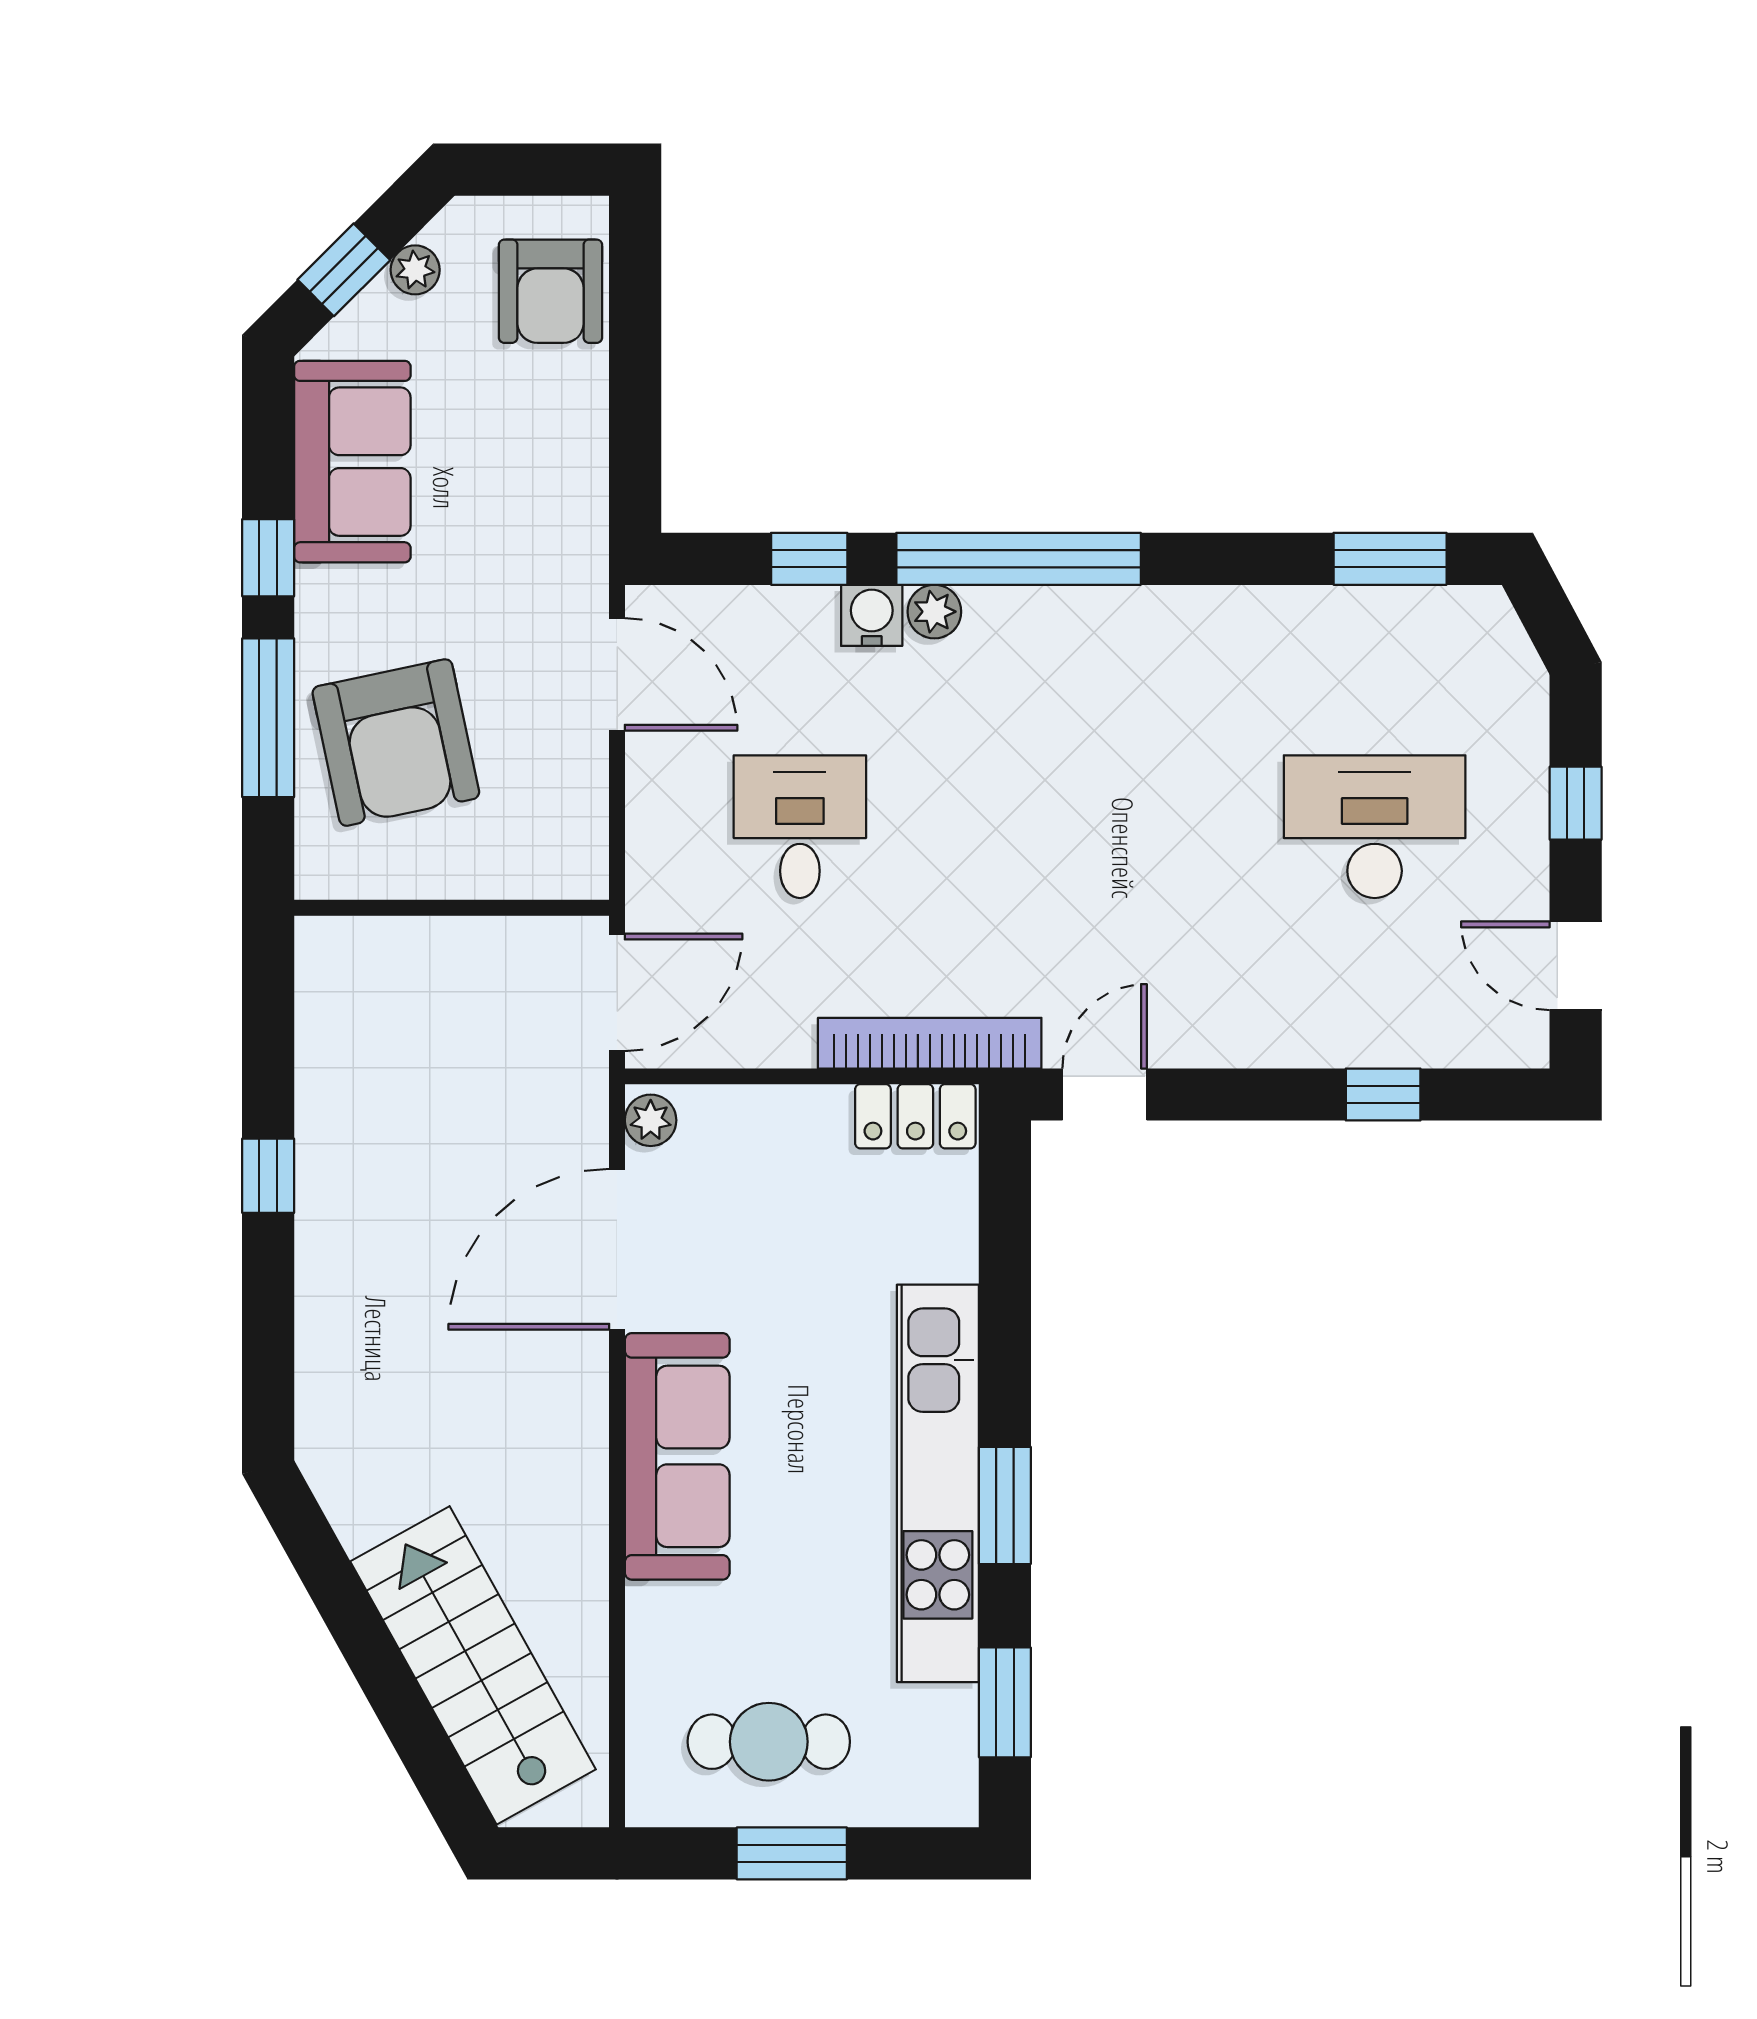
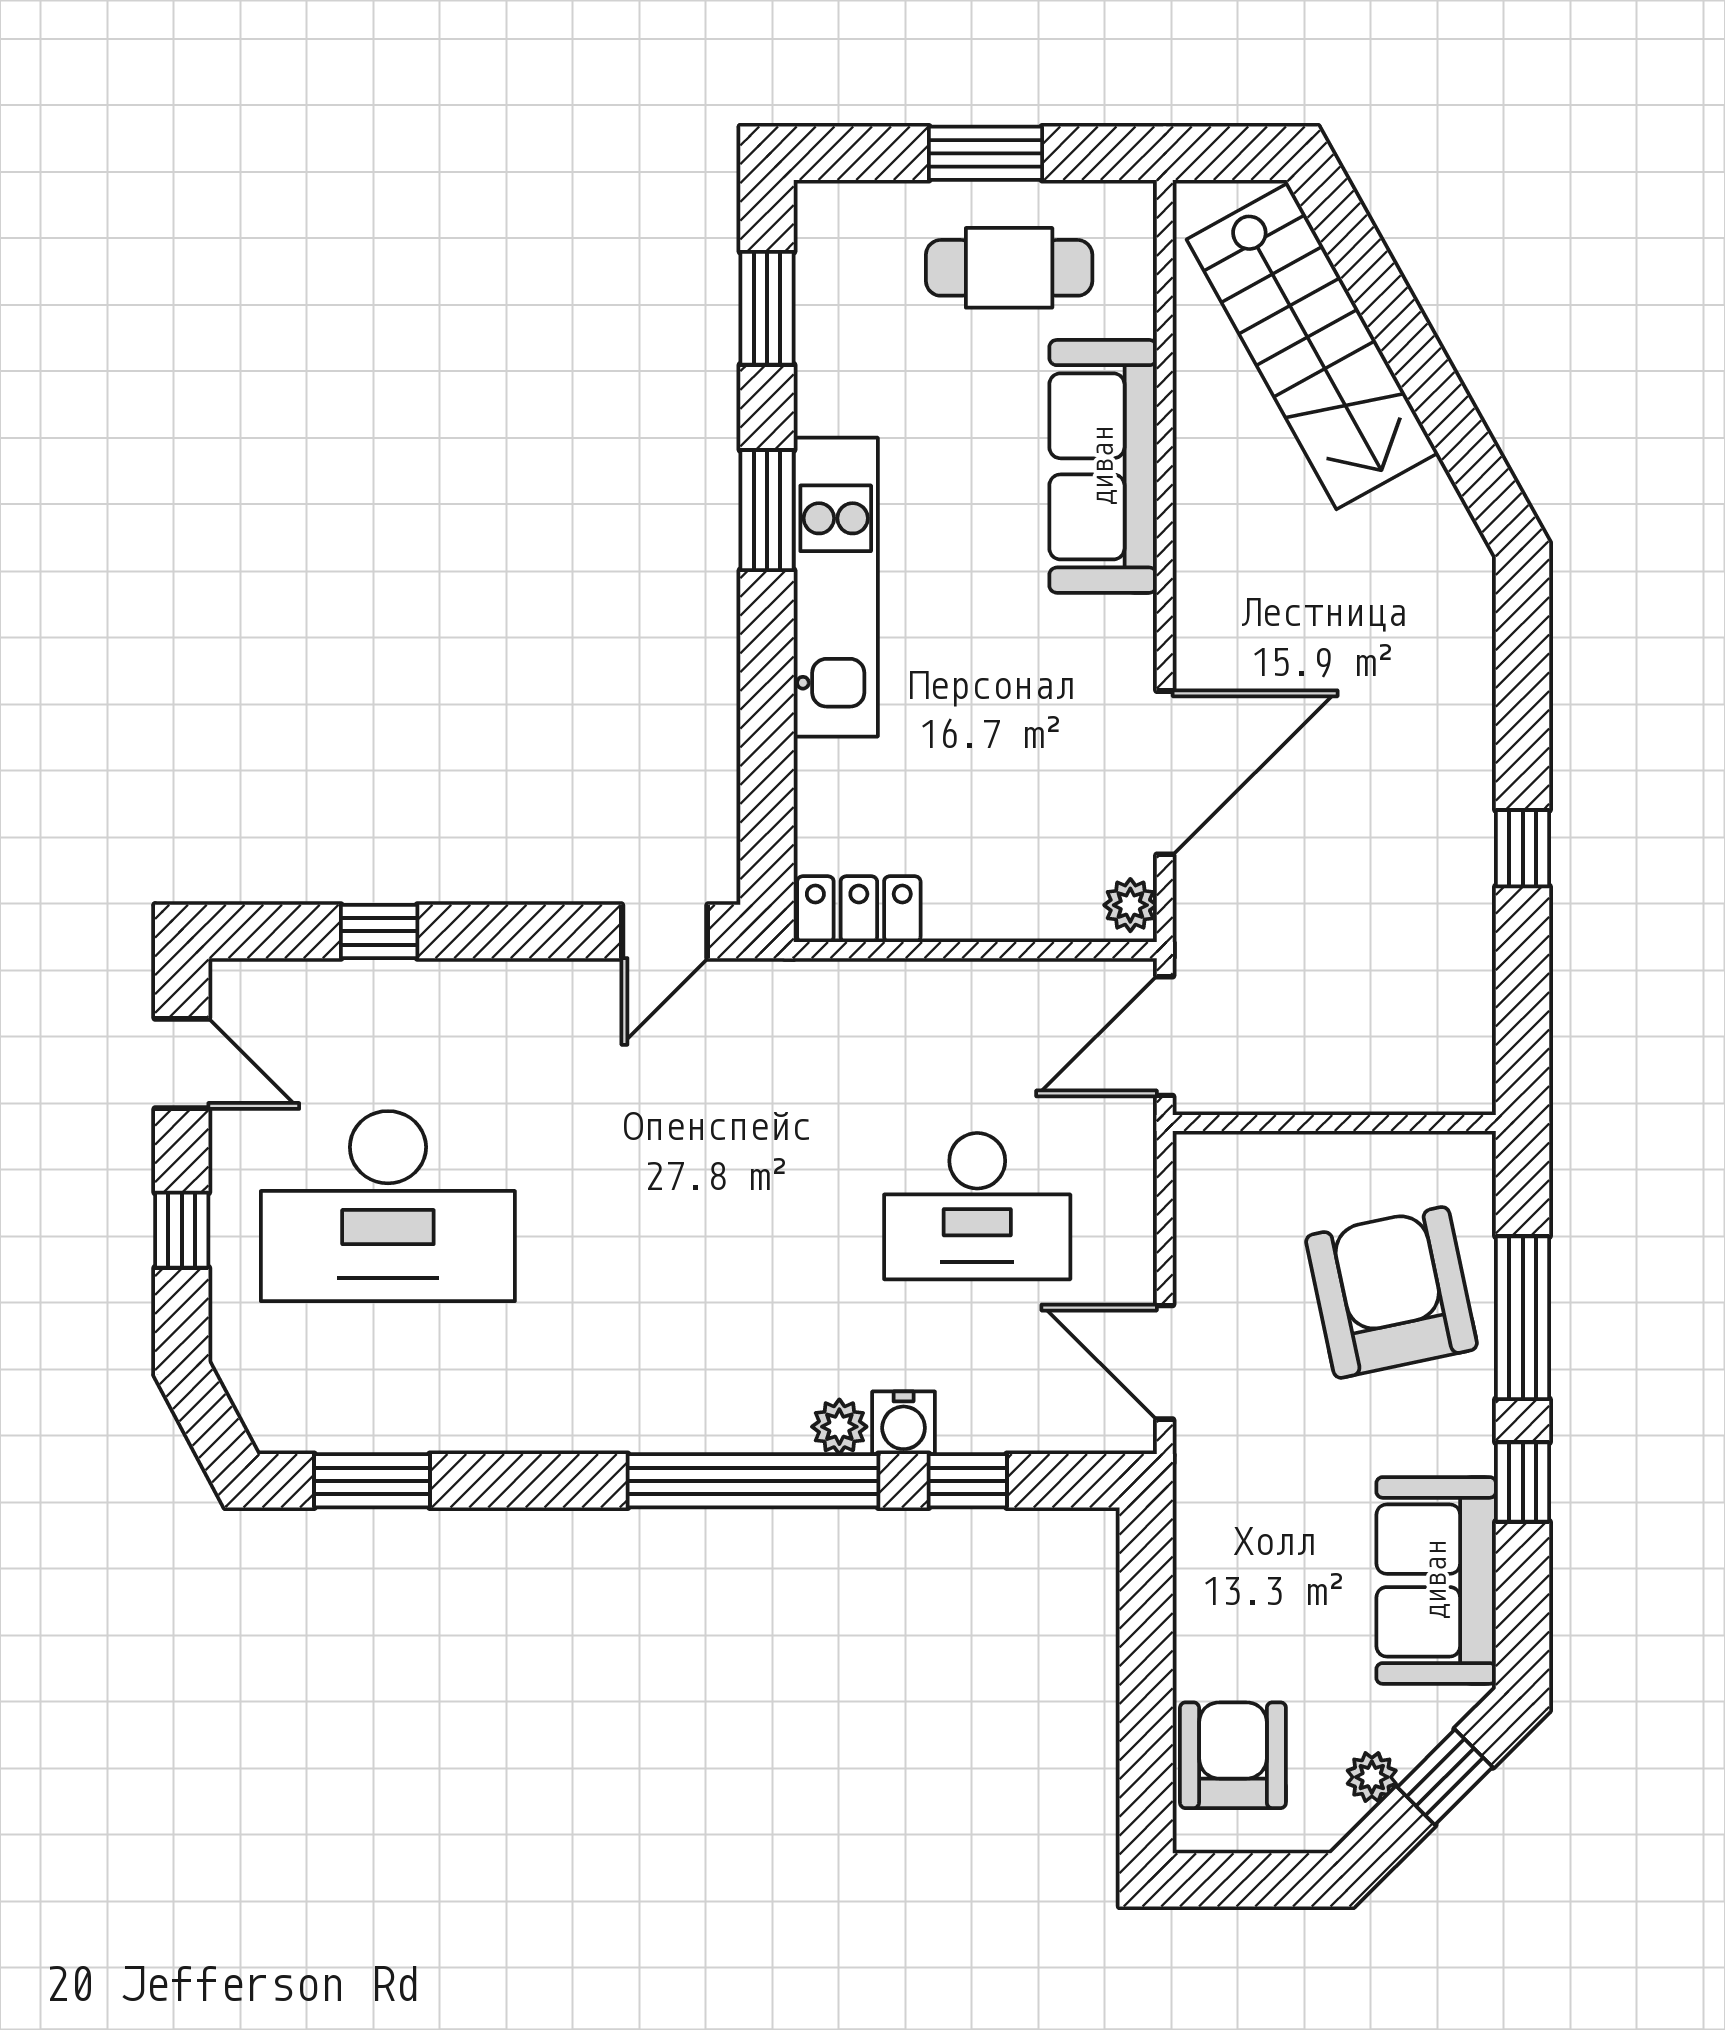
desk: (800, 827) -> (977, 1206), width x1.37
desk: (1375, 827) -> (388, 1206), width x1.36, depth x1.30
bookcase: (930, 1043) -> (844, 984), removed
sofa: (677, 1456) -> (1103, 466), moved
kitchen unit: (938, 1483) -> (836, 587), width x0.73

